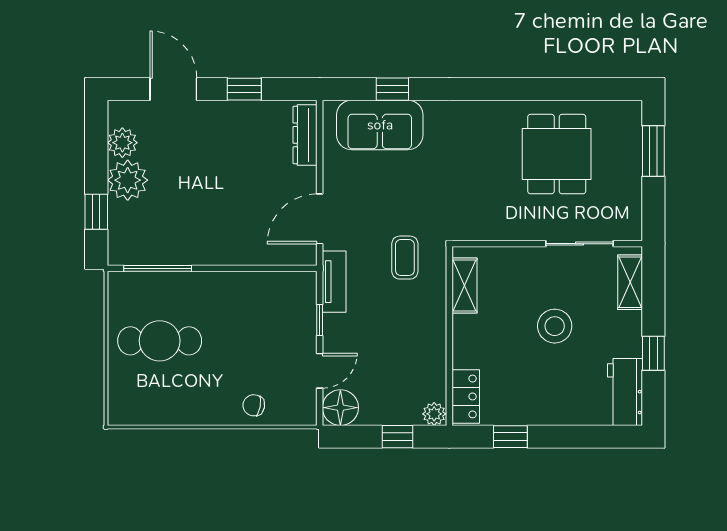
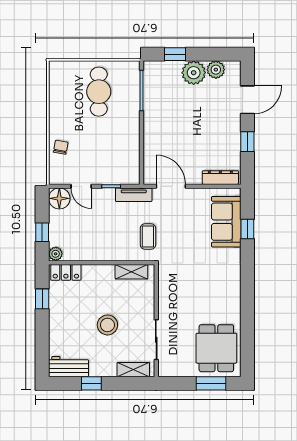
dining table: (557, 154) -> (216, 348), moved, turned 90
coffee table: (405, 258) -> (148, 236), turned 90

